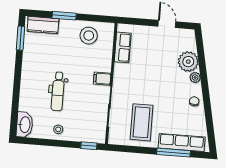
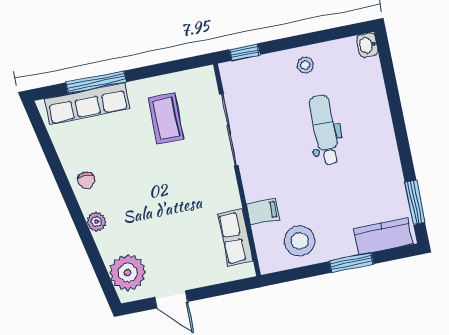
plant: (188, 62) -> (128, 273), moved
filing cabinet: (102, 79) -> (263, 211), moved
coffee table: (142, 122) -> (166, 118), width x0.73, depth x0.76
washbasin: (25, 125) -> (367, 45), width x0.52, depth x0.69

